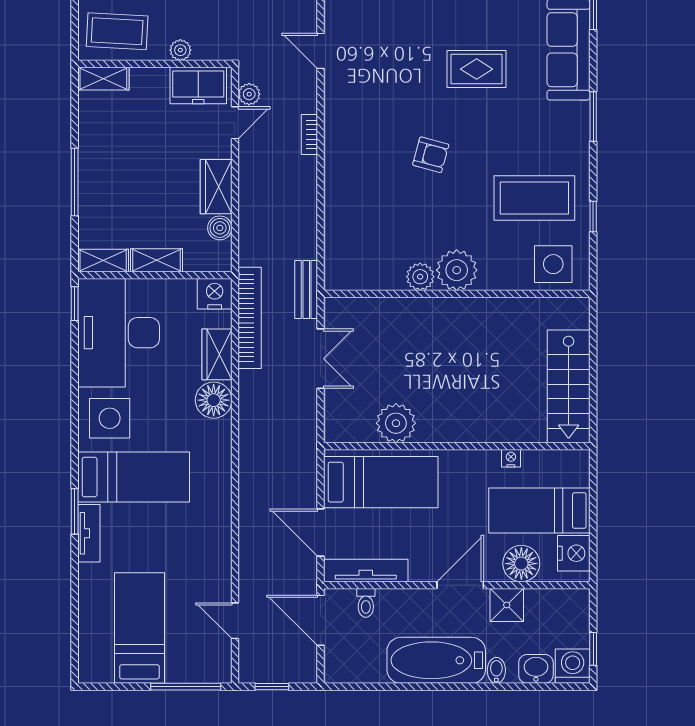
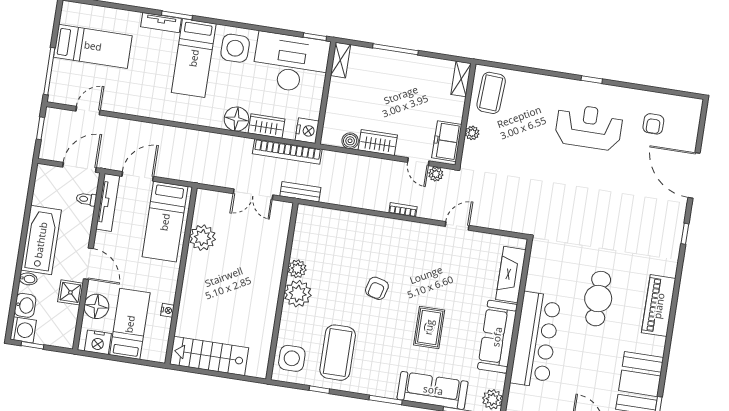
shelving: (157, 260) -> (335, 96), removed

